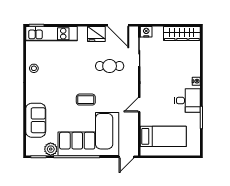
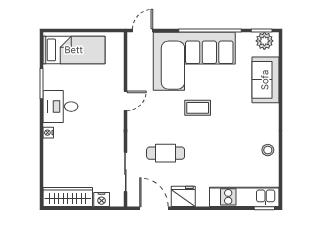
nightstand: (146, 32) -> (102, 199), moved
bed: (163, 136) -> (74, 50), moved, turned 180
plant: (51, 149) -> (264, 41), moved

